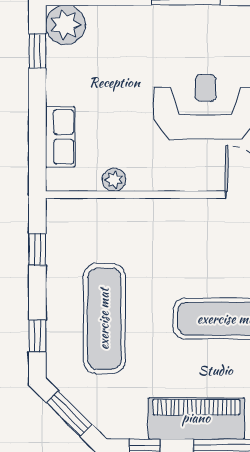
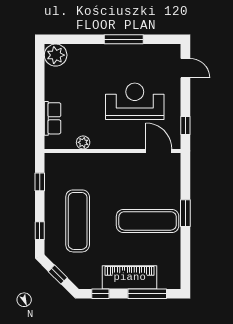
window: (37, 51) -> (40, 70), removed
window: (69, 414) -> (58, 275), width x0.67

